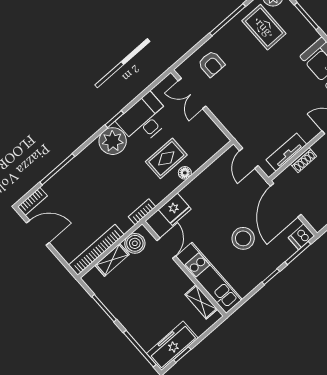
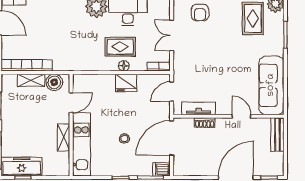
double door: (192, 94) -> (172, 35), moved
fridge: (175, 209) -> (126, 83), moved
bookcase: (142, 212) -> (159, 67), moved
stool: (243, 238) -> (124, 138), width x0.53, depth x0.53
shelving: (201, 302) -> (64, 137), moved

